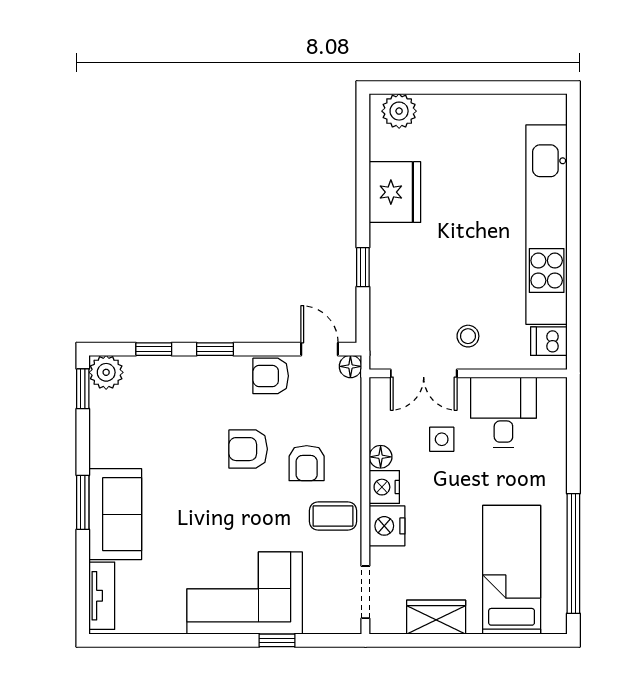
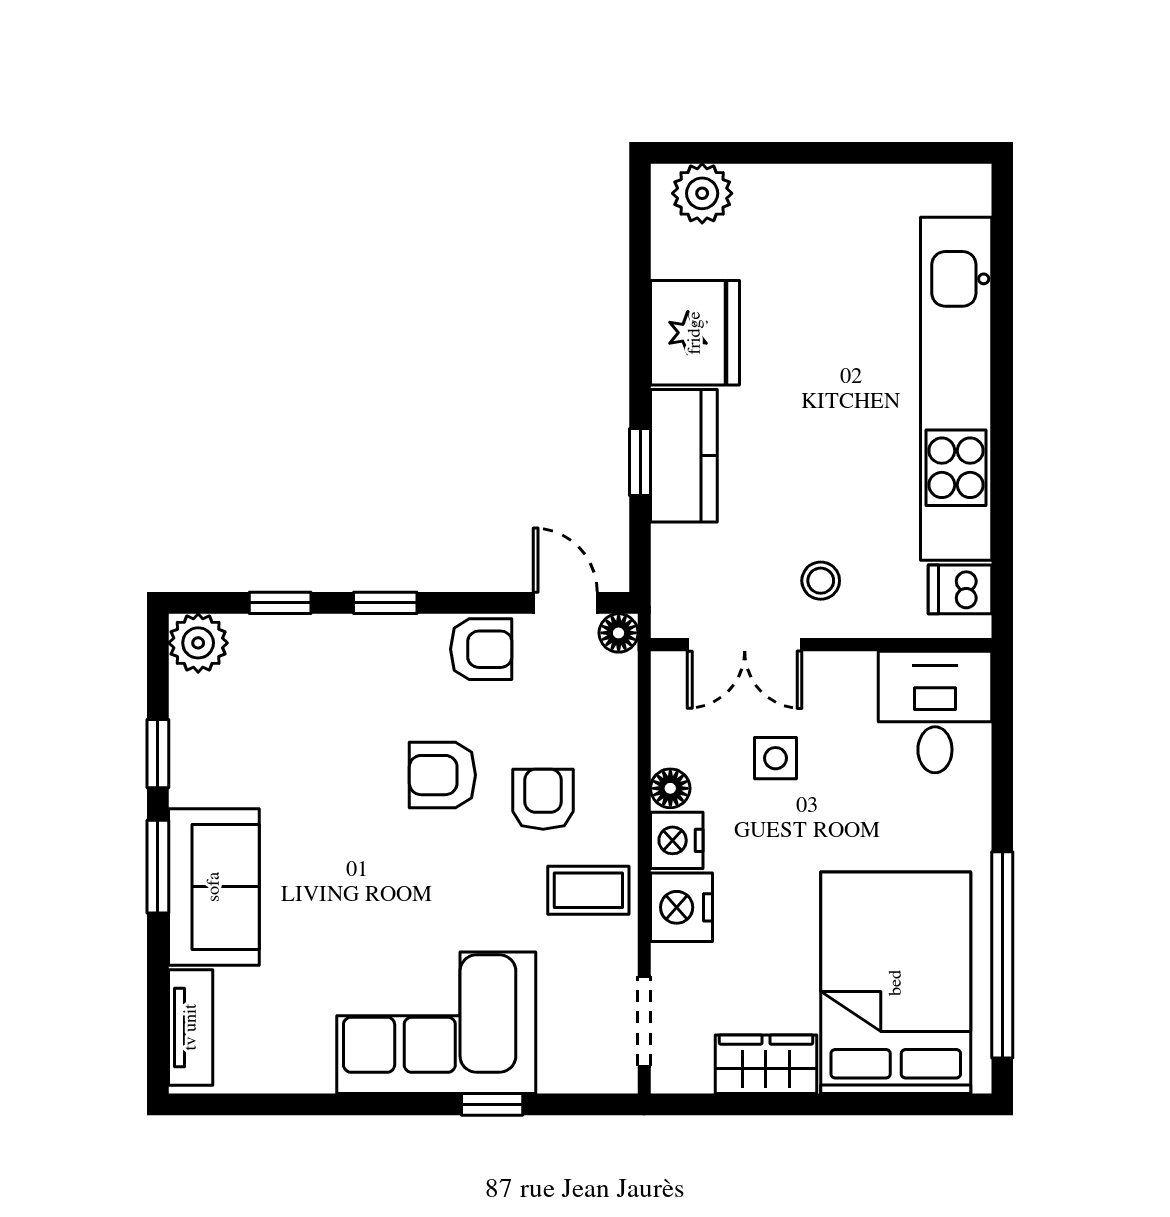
kitchen counter: (389, 264) -> (684, 456), added
armchair: (271, 376) -> (481, 649), turned 180
window: (83, 389) -> (158, 754), moved
desk: (503, 412) -> (935, 712), moved
armchair: (307, 463) -> (543, 799), turned 180
bed: (512, 570) -> (896, 983), width x1.50

